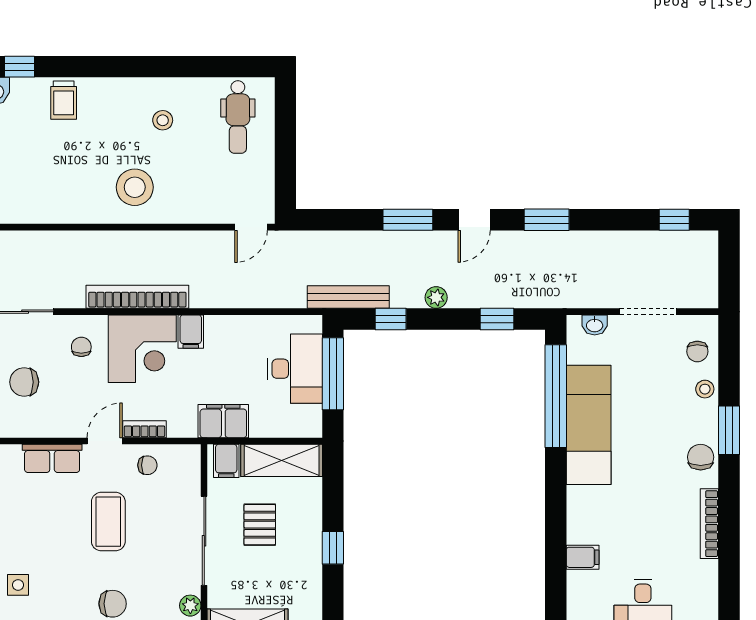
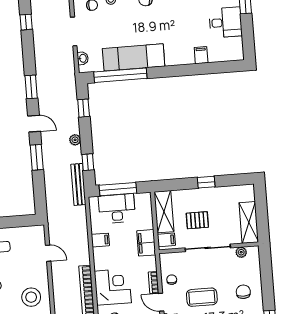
door: (251, 227) -> (48, 253), moved
filing cabinet: (191, 332) -> (100, 240), moved

